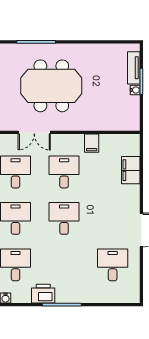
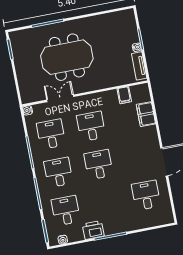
tv unit: (134, 68) -> (139, 66), moved
double door: (34, 132) -> (60, 98), swing flipped
filing cabinet: (92, 143) -> (124, 95), moved

